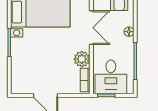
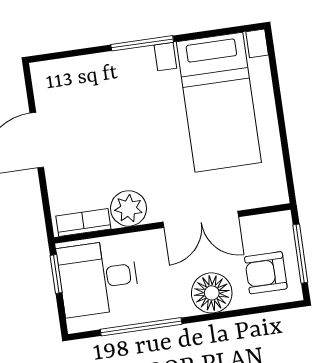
floor lamp: (129, 32) -> (212, 293), width x1.89, depth x1.89

